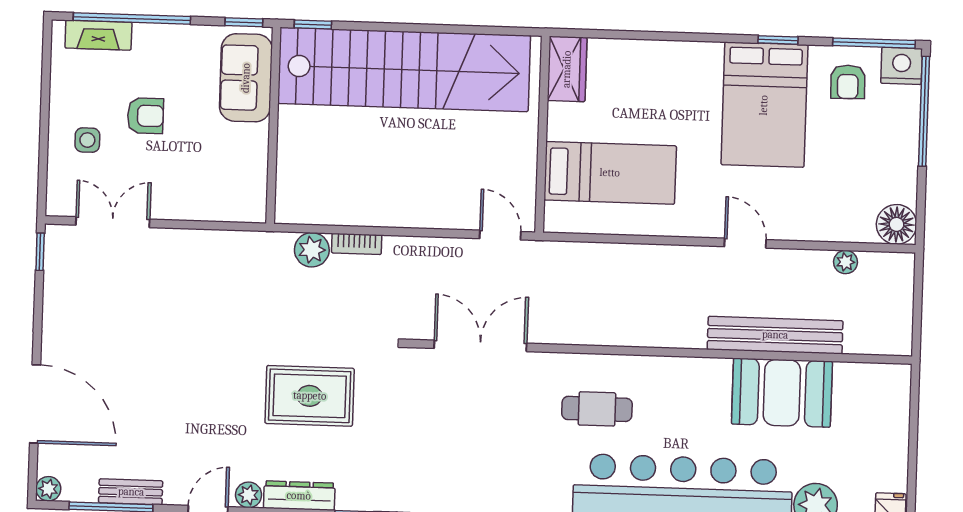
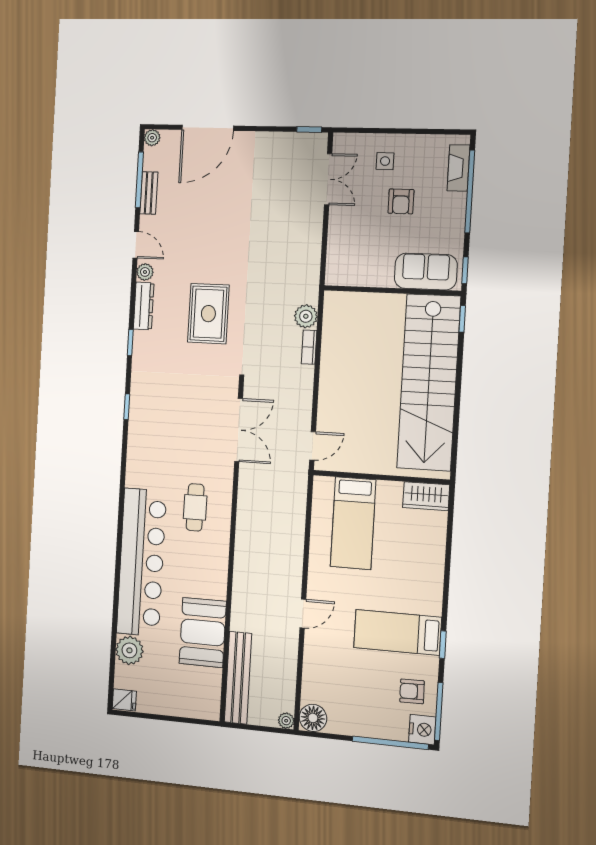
bed: (764, 105) -> (398, 632), width x0.67
plant: (846, 262) -> (286, 721), moved
bench: (775, 335) -> (238, 678), moved

